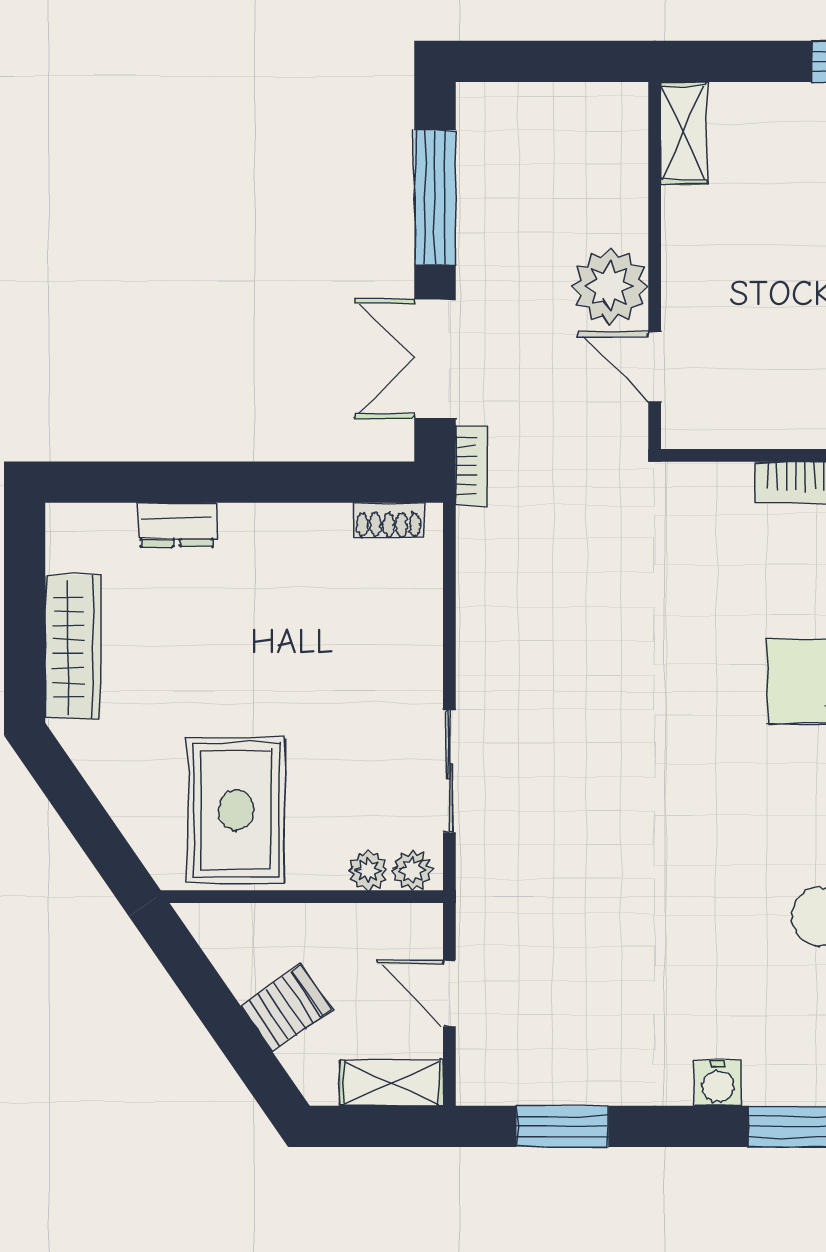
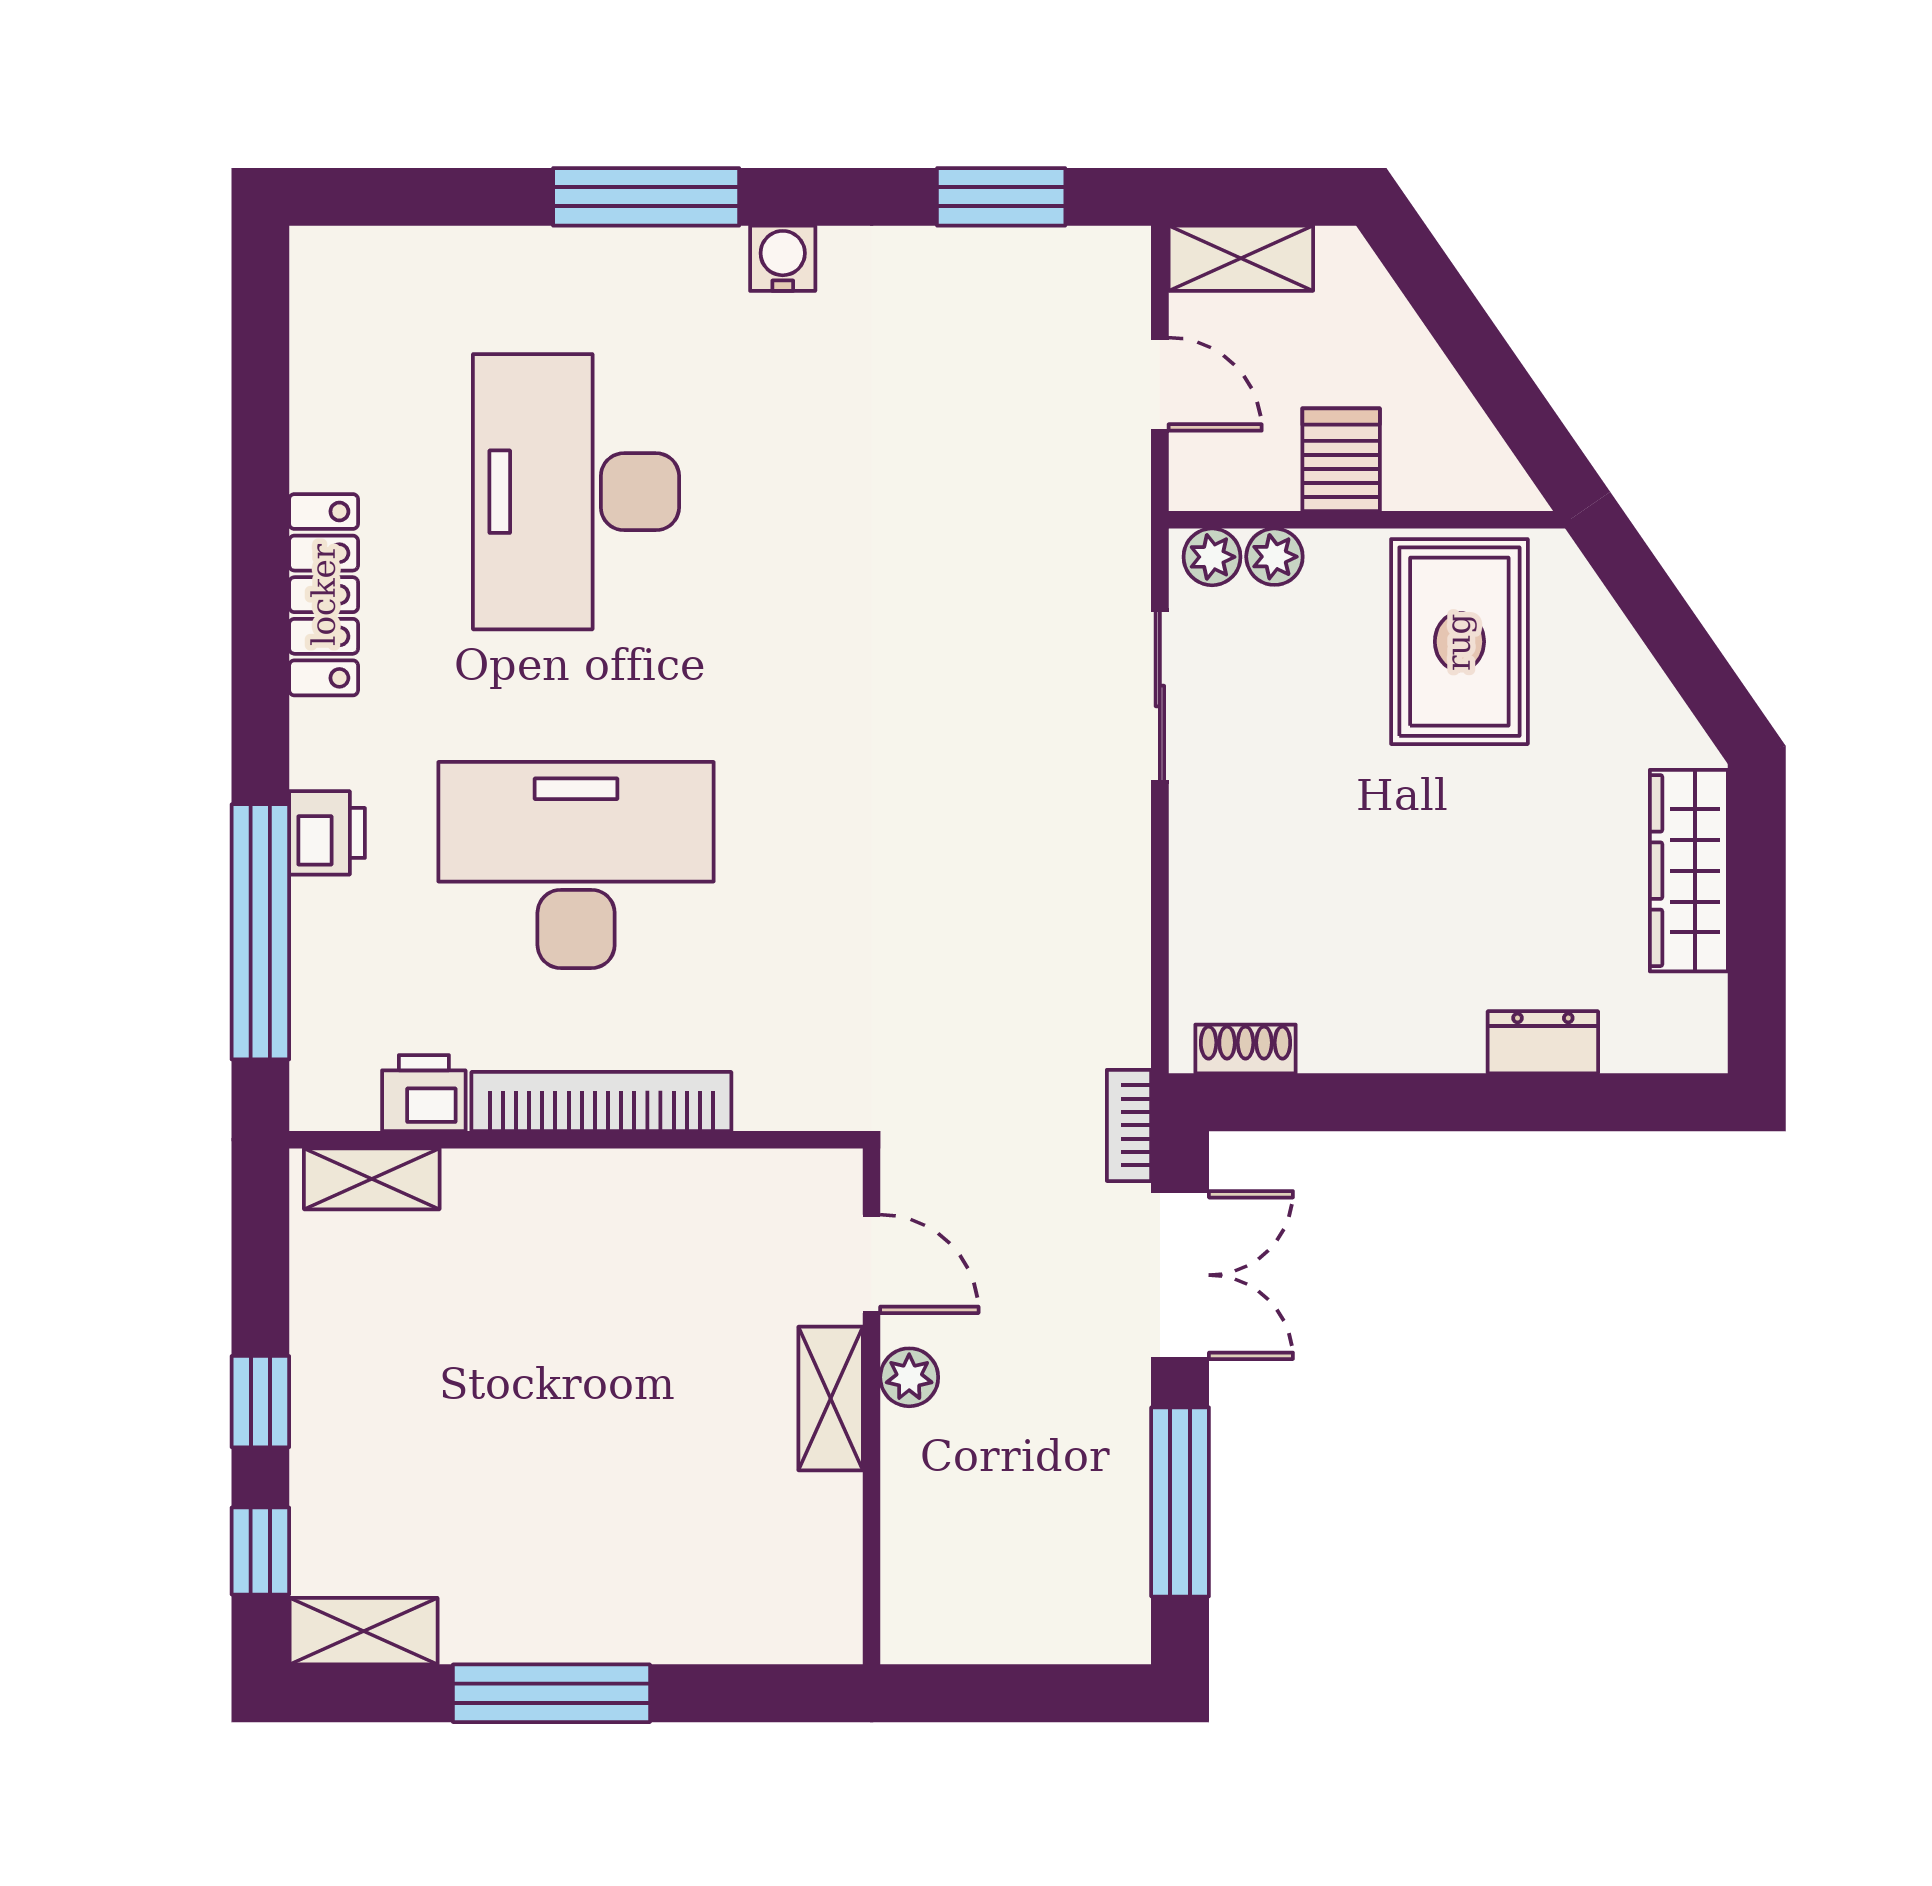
shelving: (684, 133) -> (831, 1398), moved
plant: (610, 286) -> (909, 1377), width x0.53, depth x0.53
server rack: (286, 1008) -> (1341, 460), moved, turned 125

